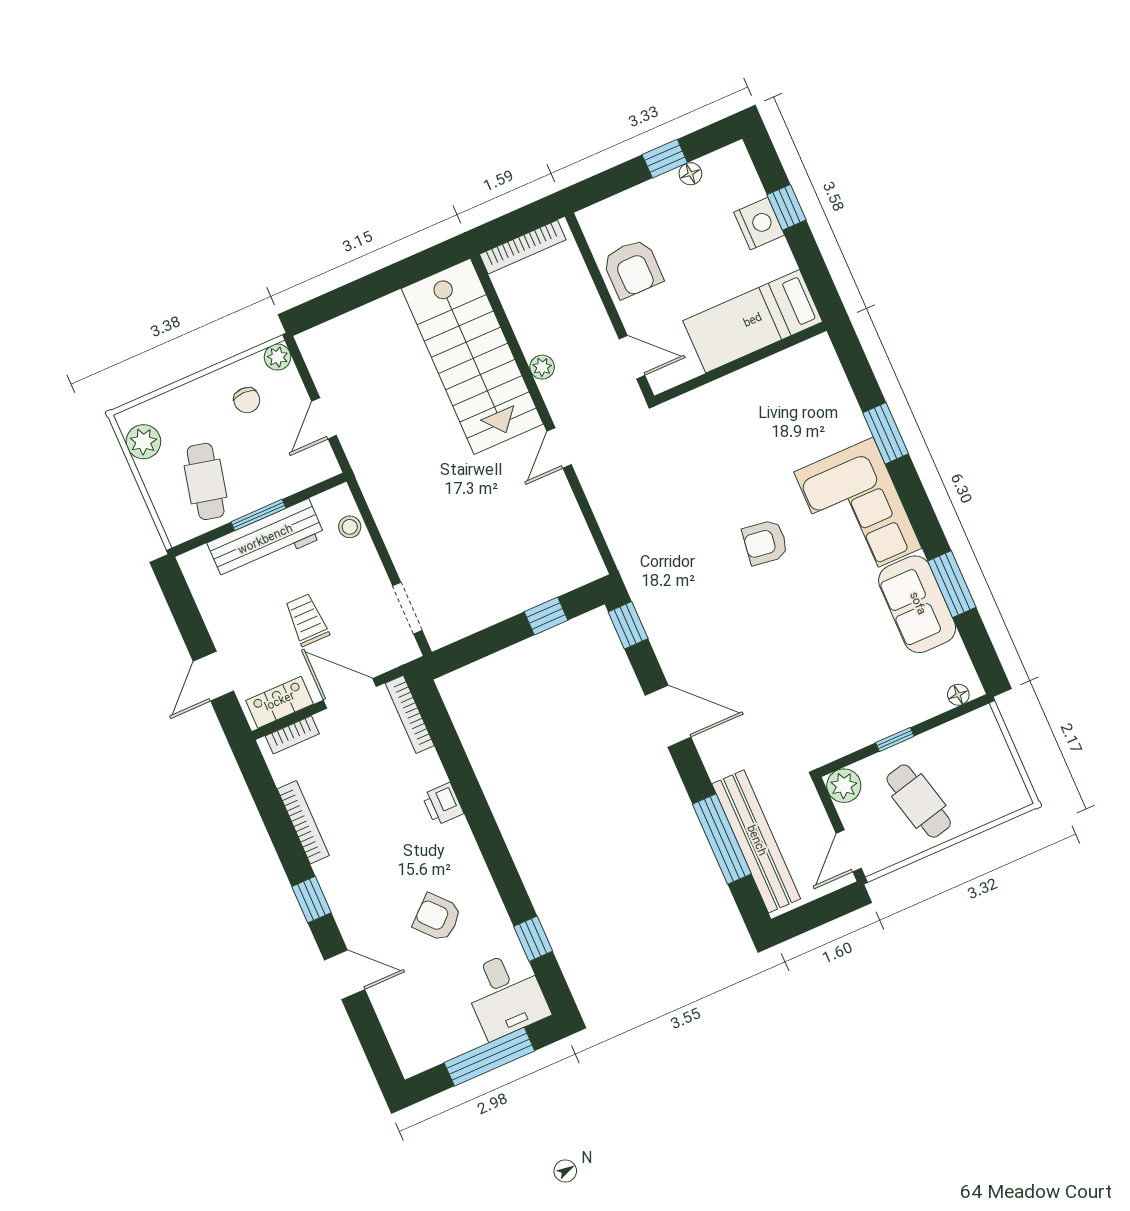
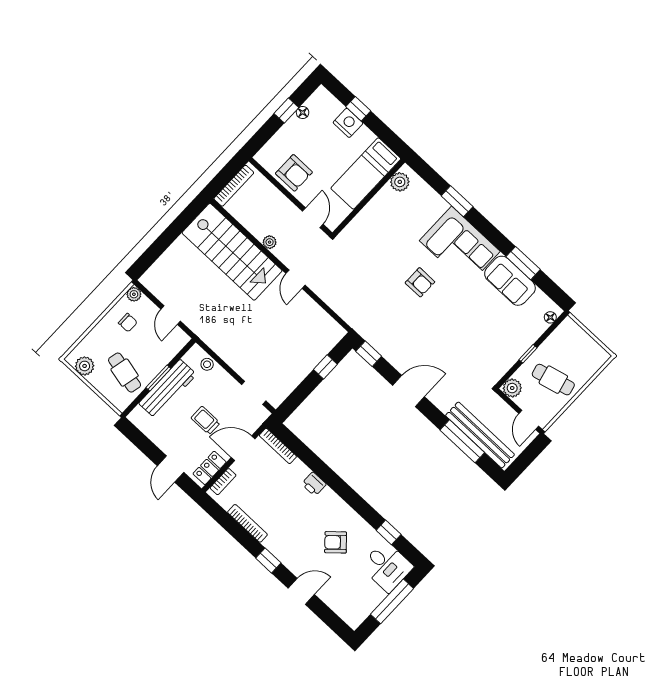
door: (632, 357) -> (313, 218), hinge flipped
plant: (804, 360) -> (400, 182), added
armchair: (765, 542) -> (420, 282), turned -98

